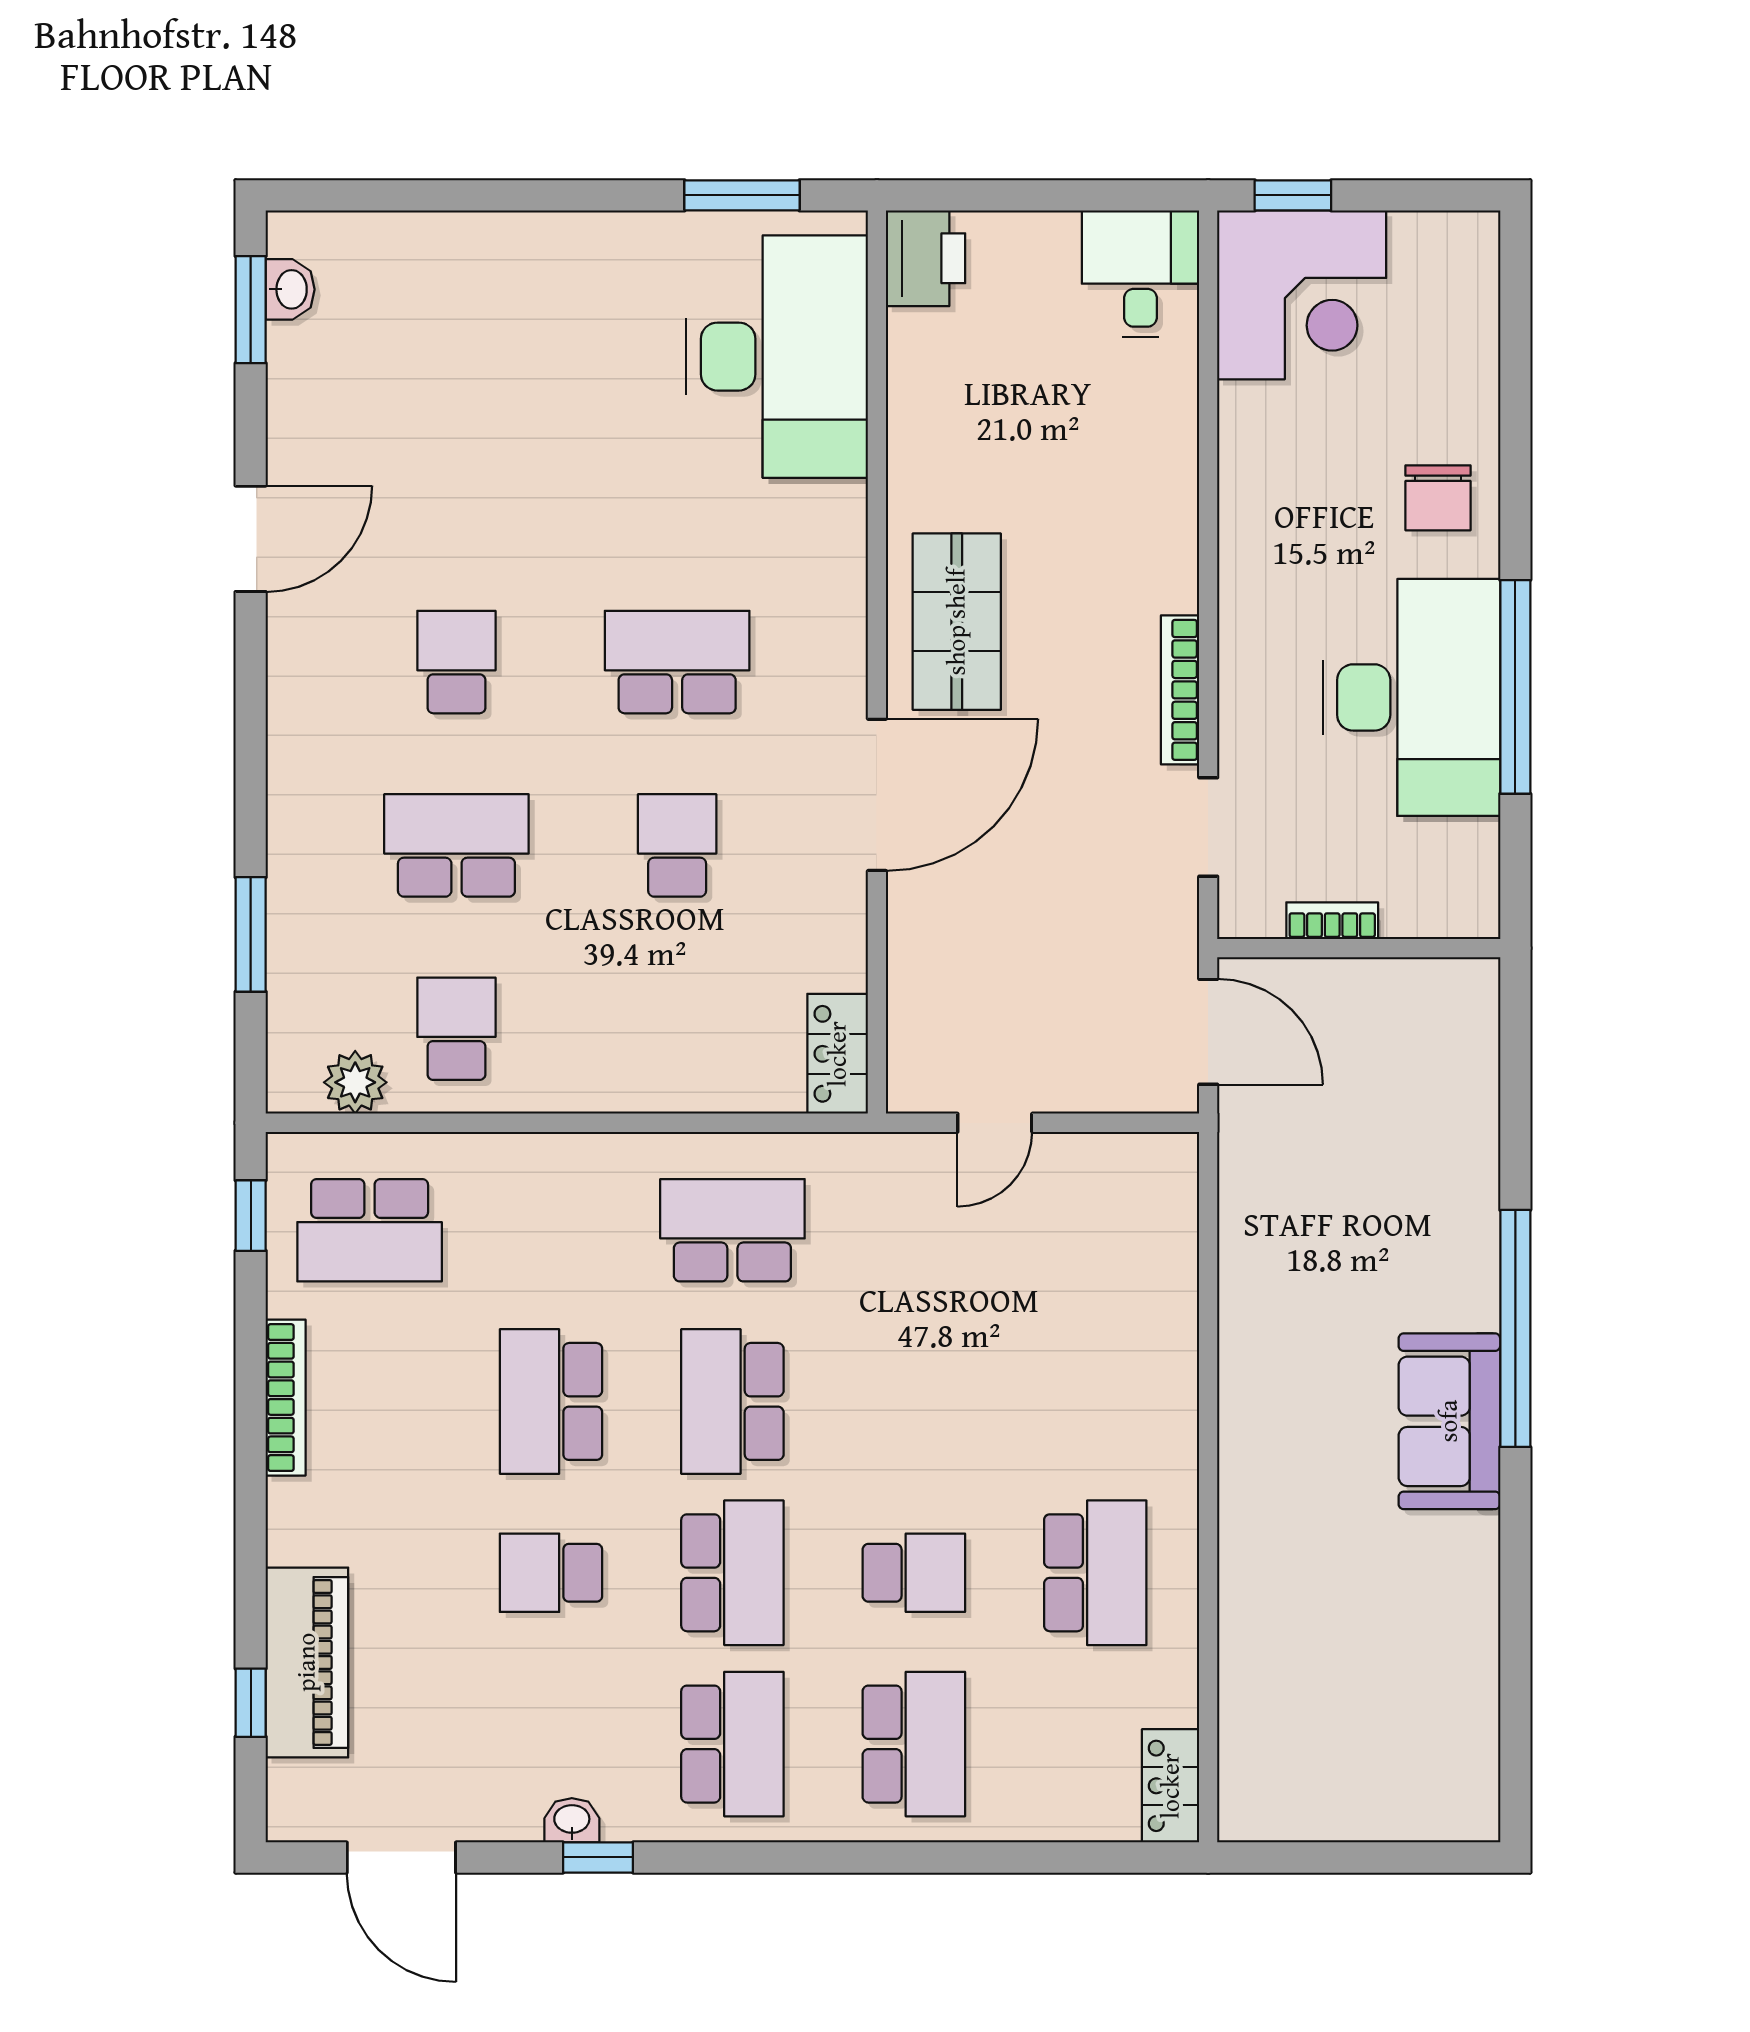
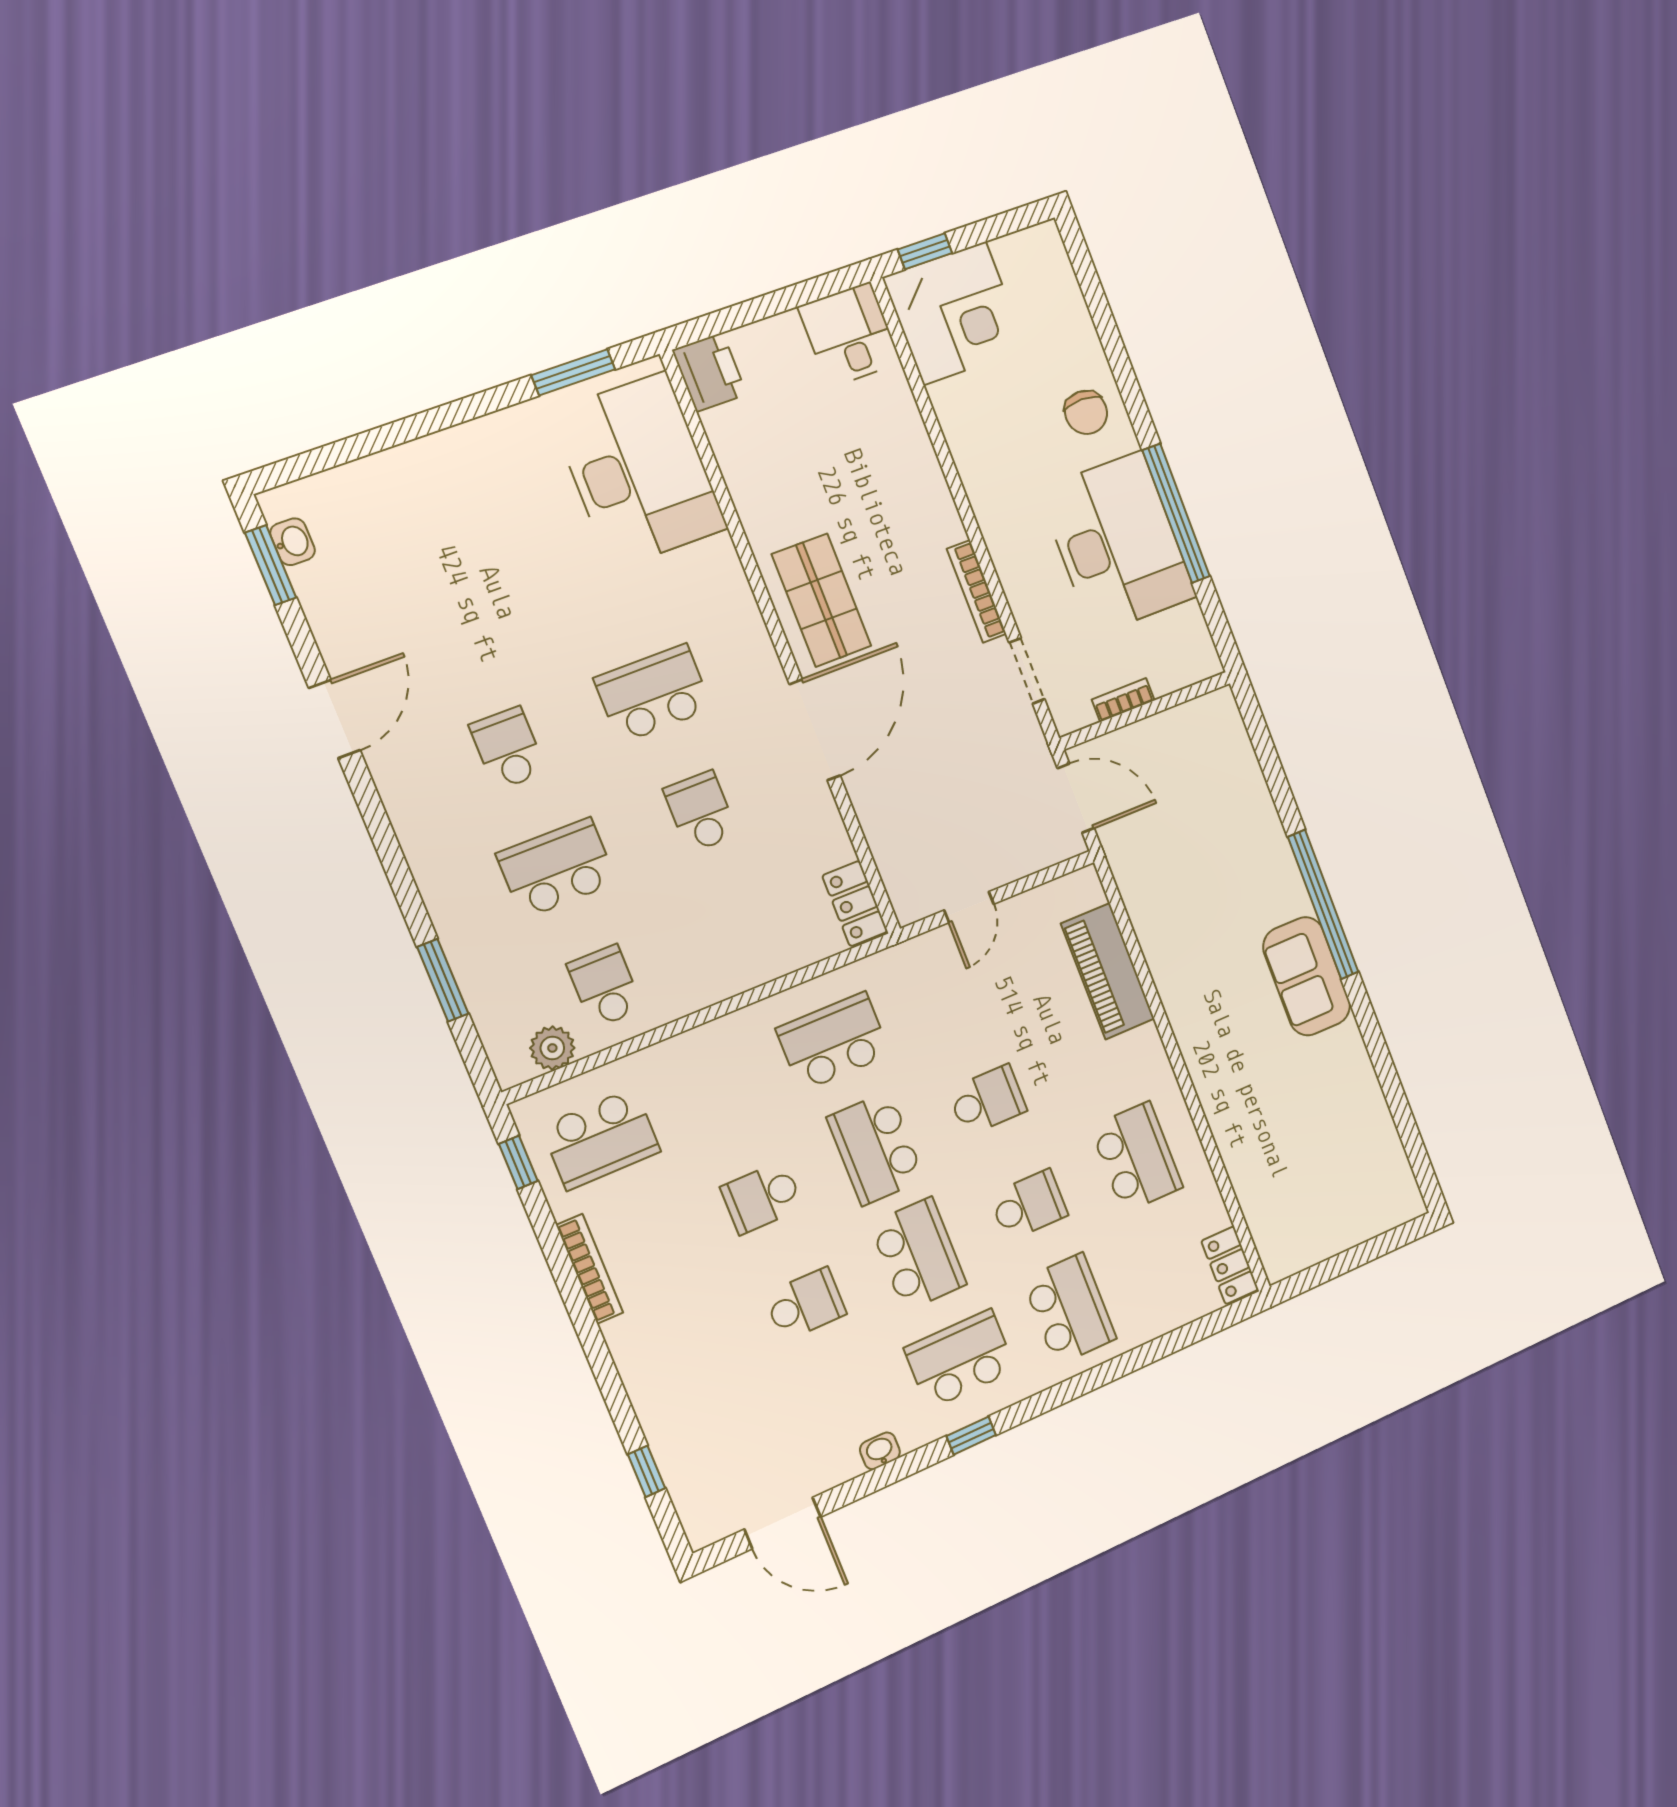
school desk: (551, 1401) -> (762, 1197), width x0.54
school desk: (914, 1401) -> (987, 1100), added
school desk: (551, 1573) -> (805, 1304), turned 180
piano: (307, 1662) -> (1108, 971), moved, turned 180
school desk: (732, 1744) -> (960, 1359), turned -90
window: (598, 1857) -> (971, 1436), moved

